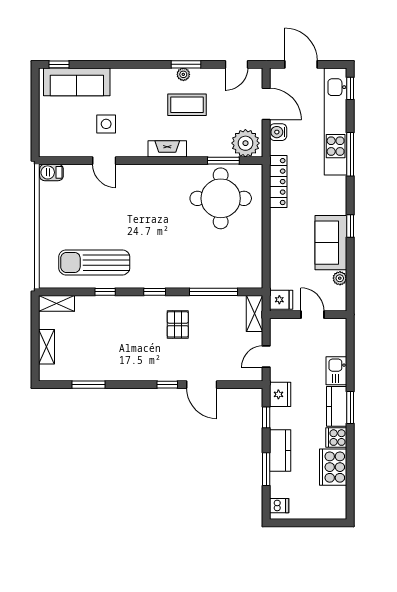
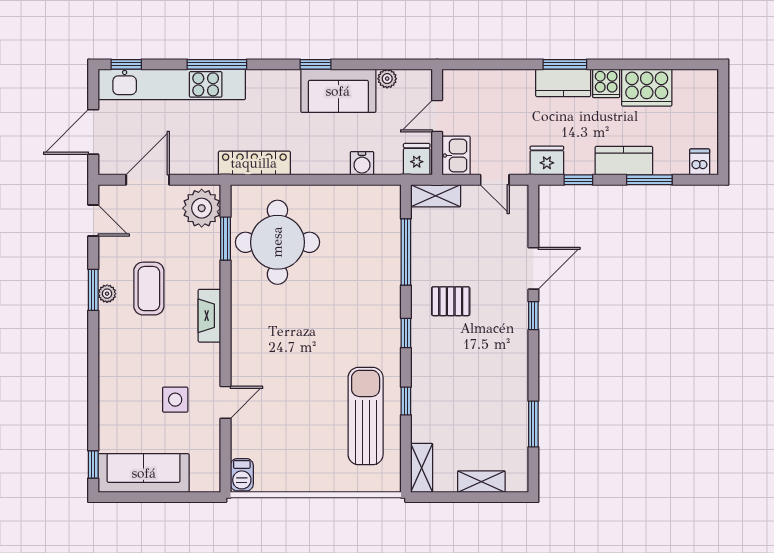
sofa: (77, 82) -> (144, 473), moved, turned -90
water cooler: (278, 132) -> (362, 163), moved
sun lounger: (94, 262) -> (366, 416), turned 180
kitchen sink: (336, 371) -> (456, 156), moved, turned -90

